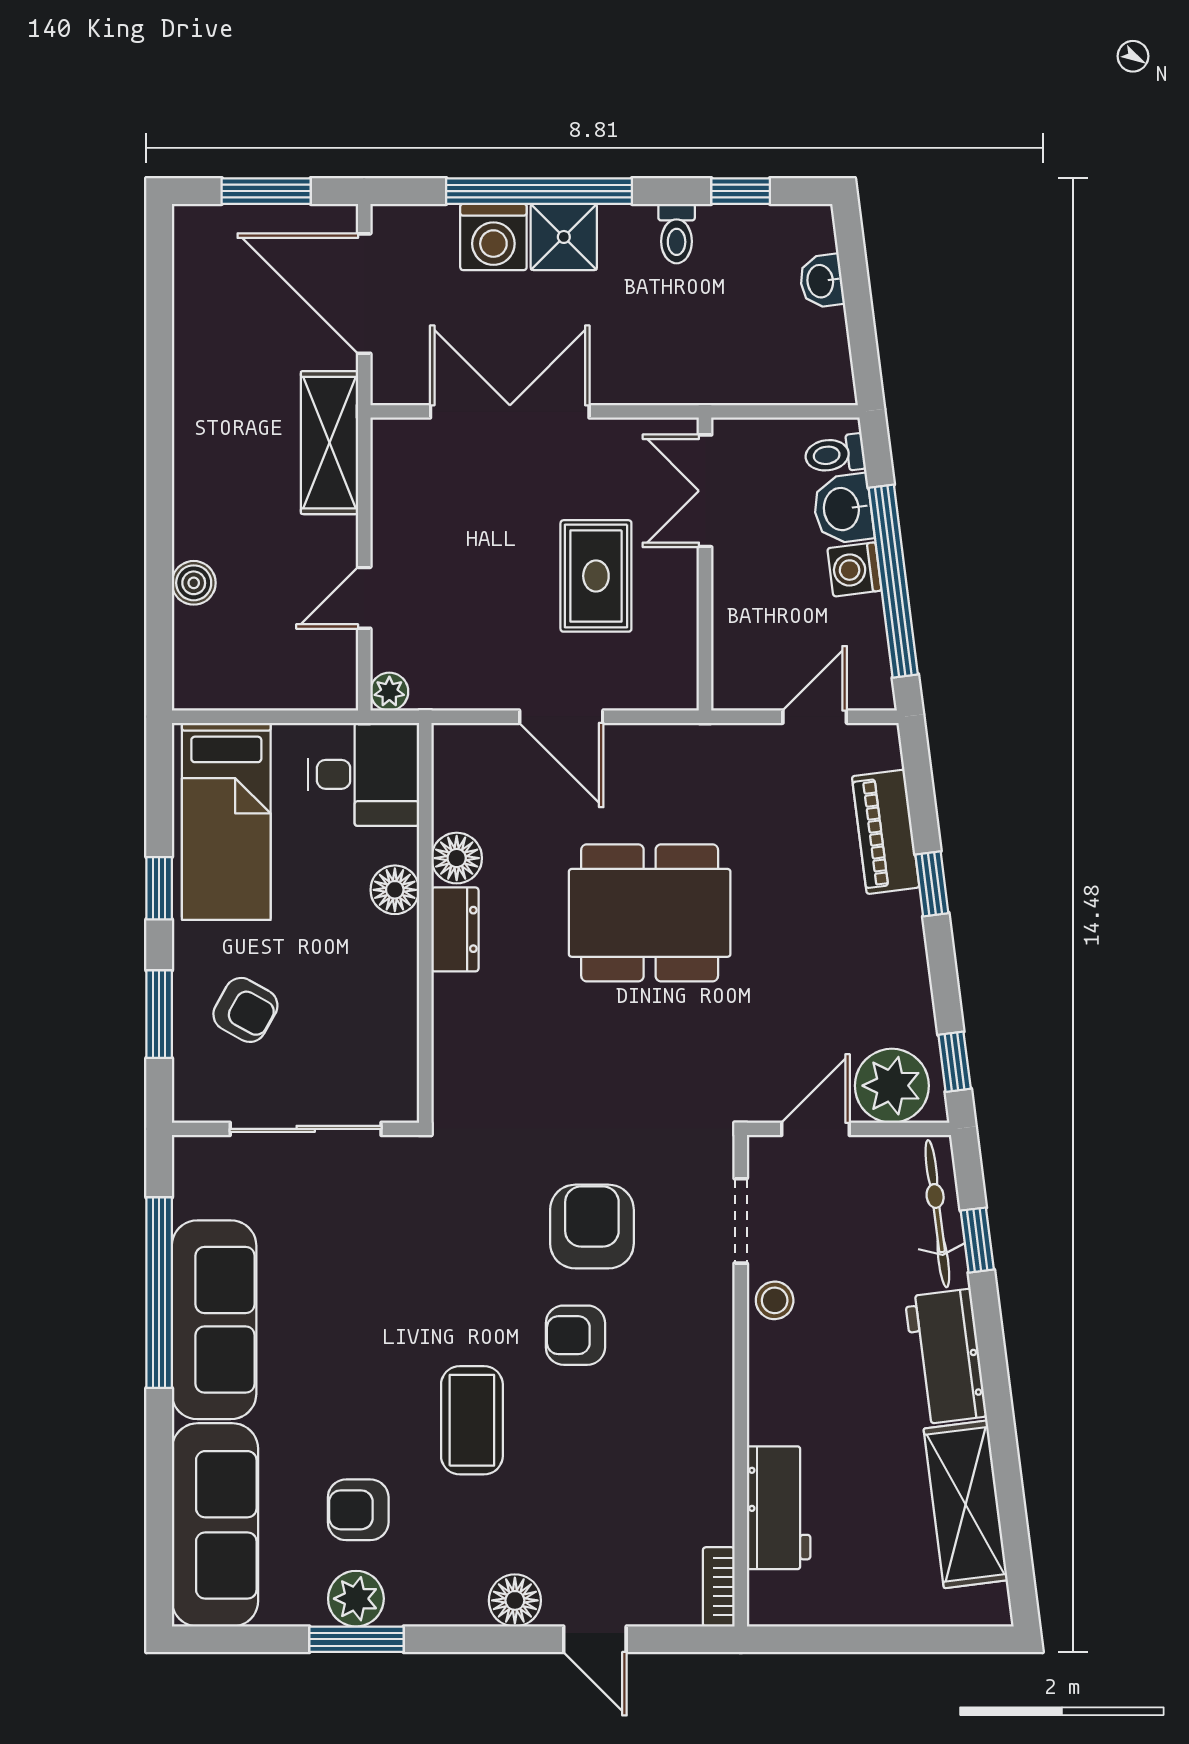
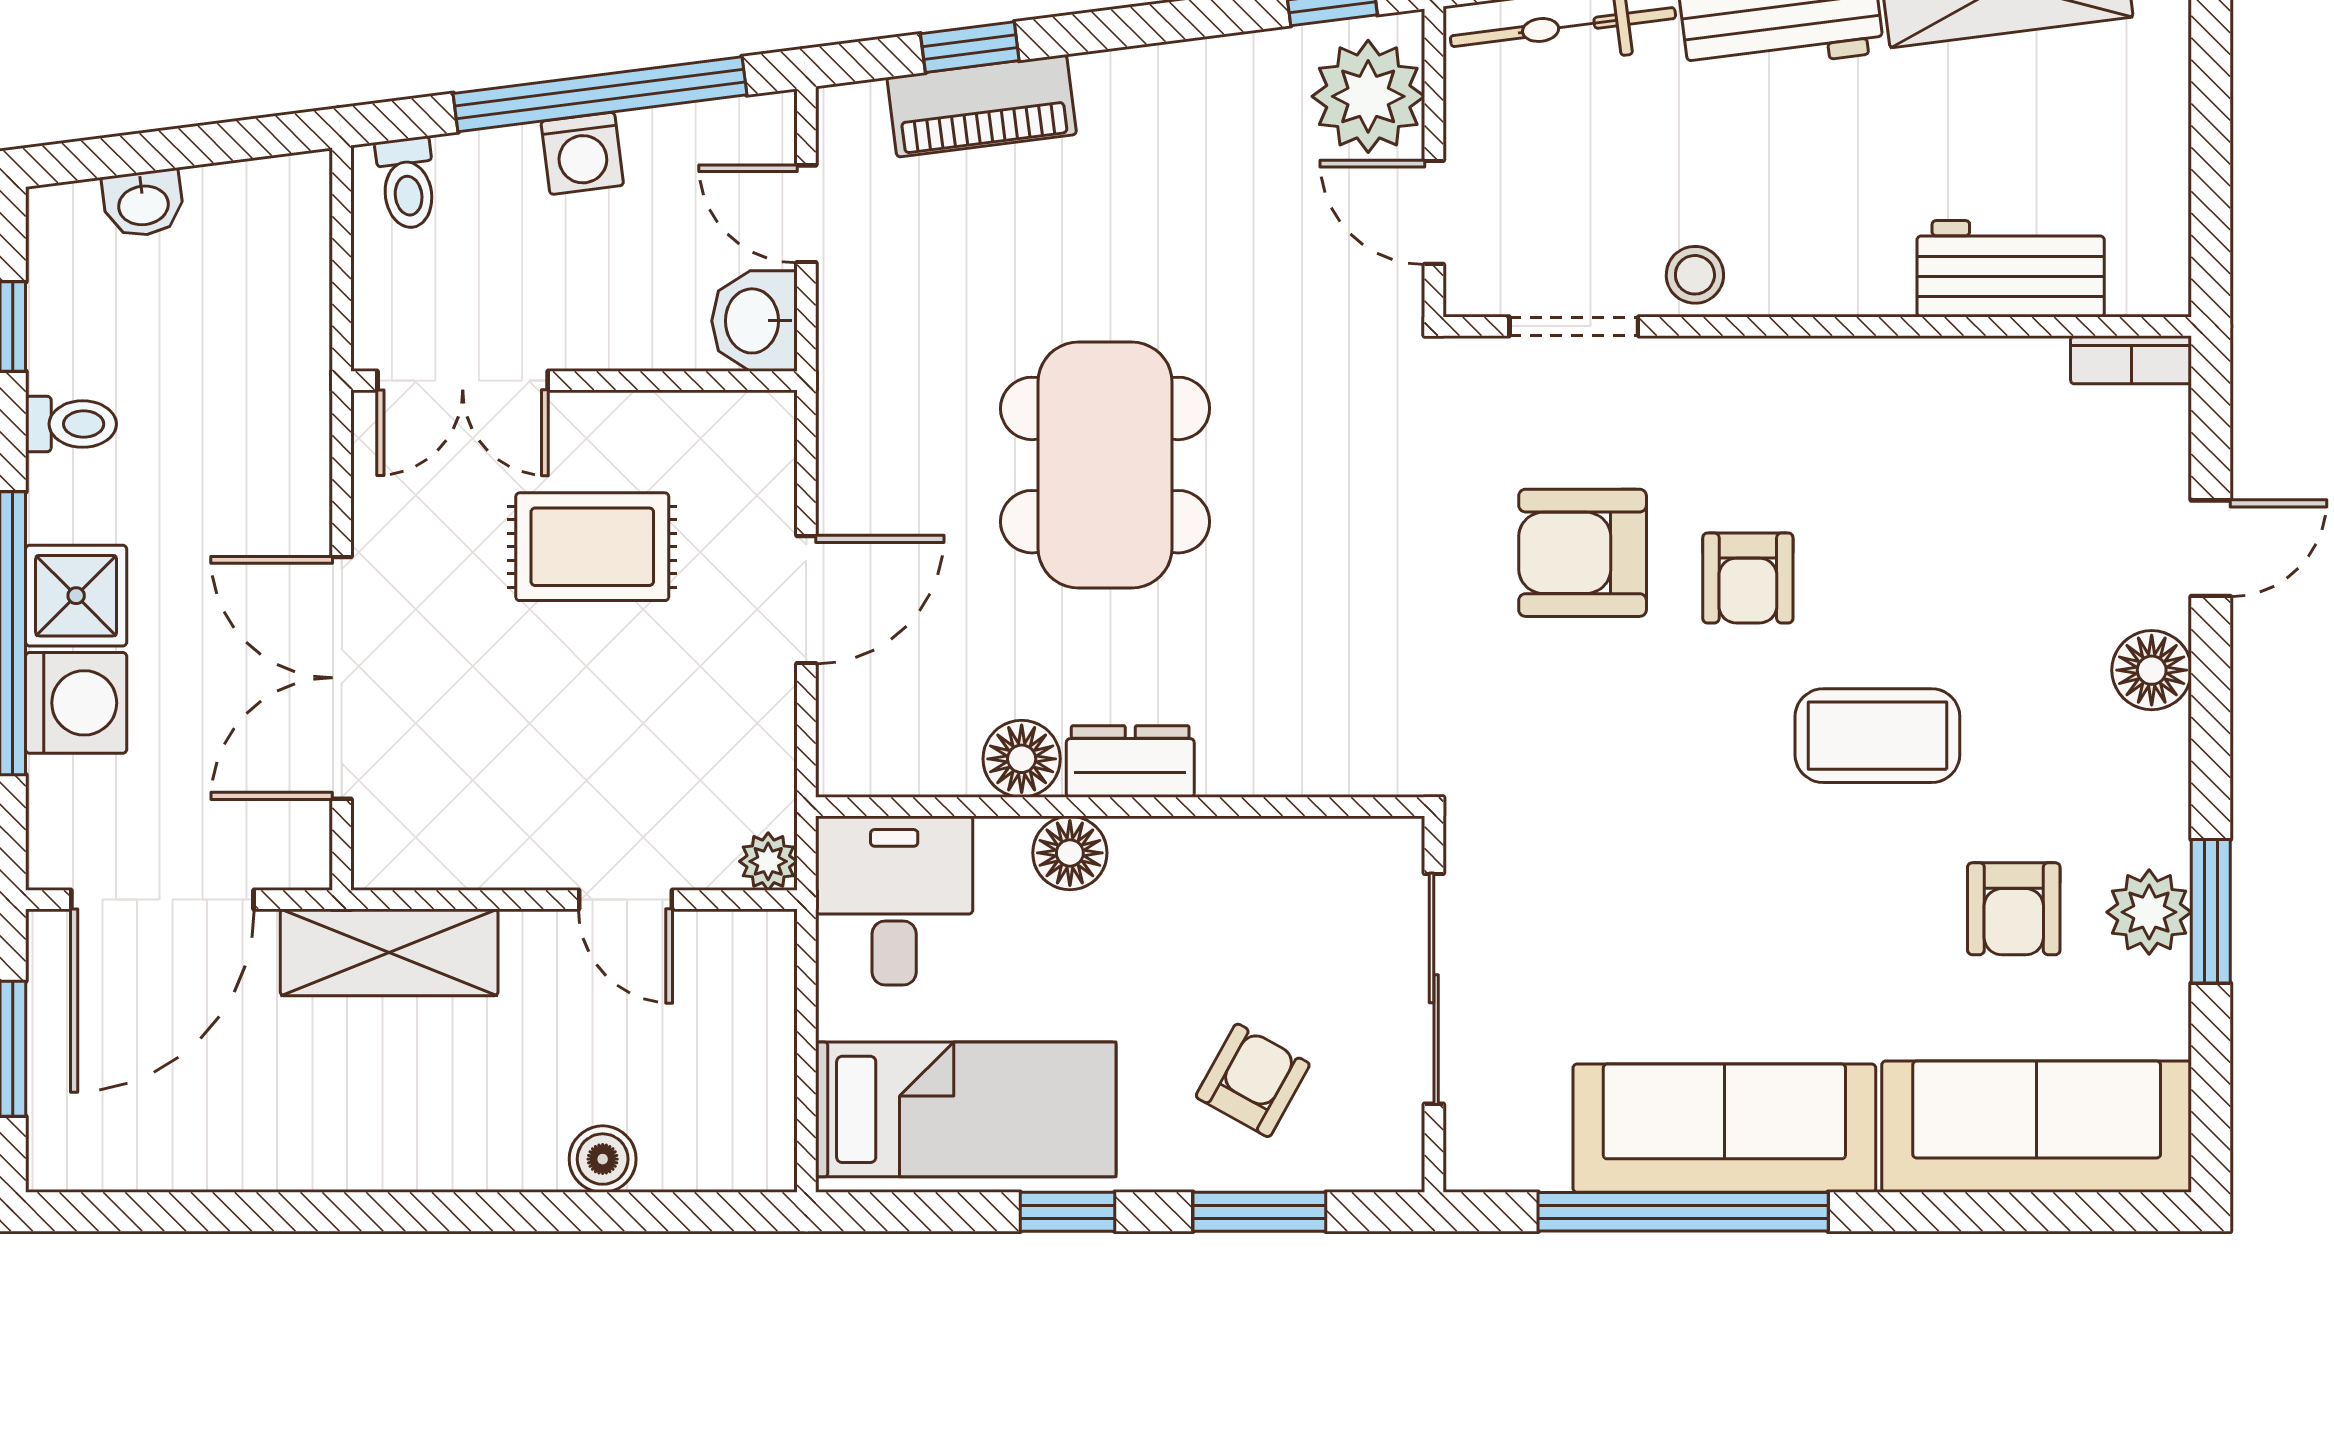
washbasin: (843, 509) -> (754, 321), moved, turned 97
window: (932, 884) -> (970, 47), moved

